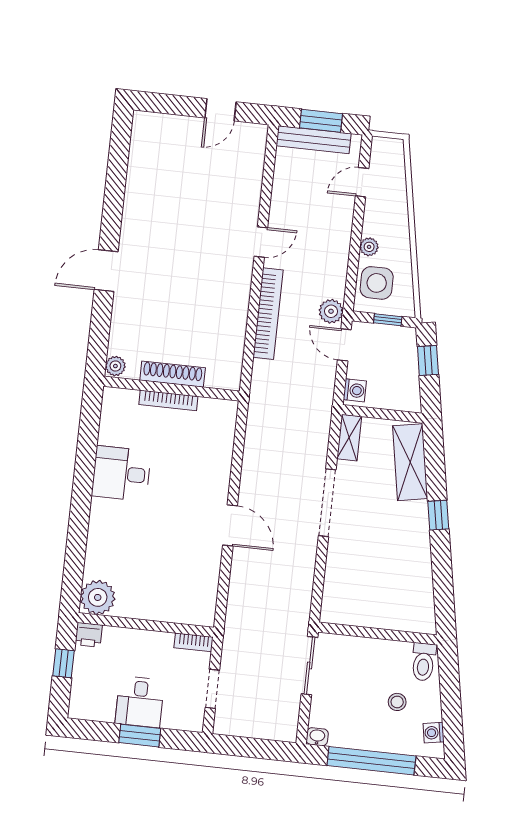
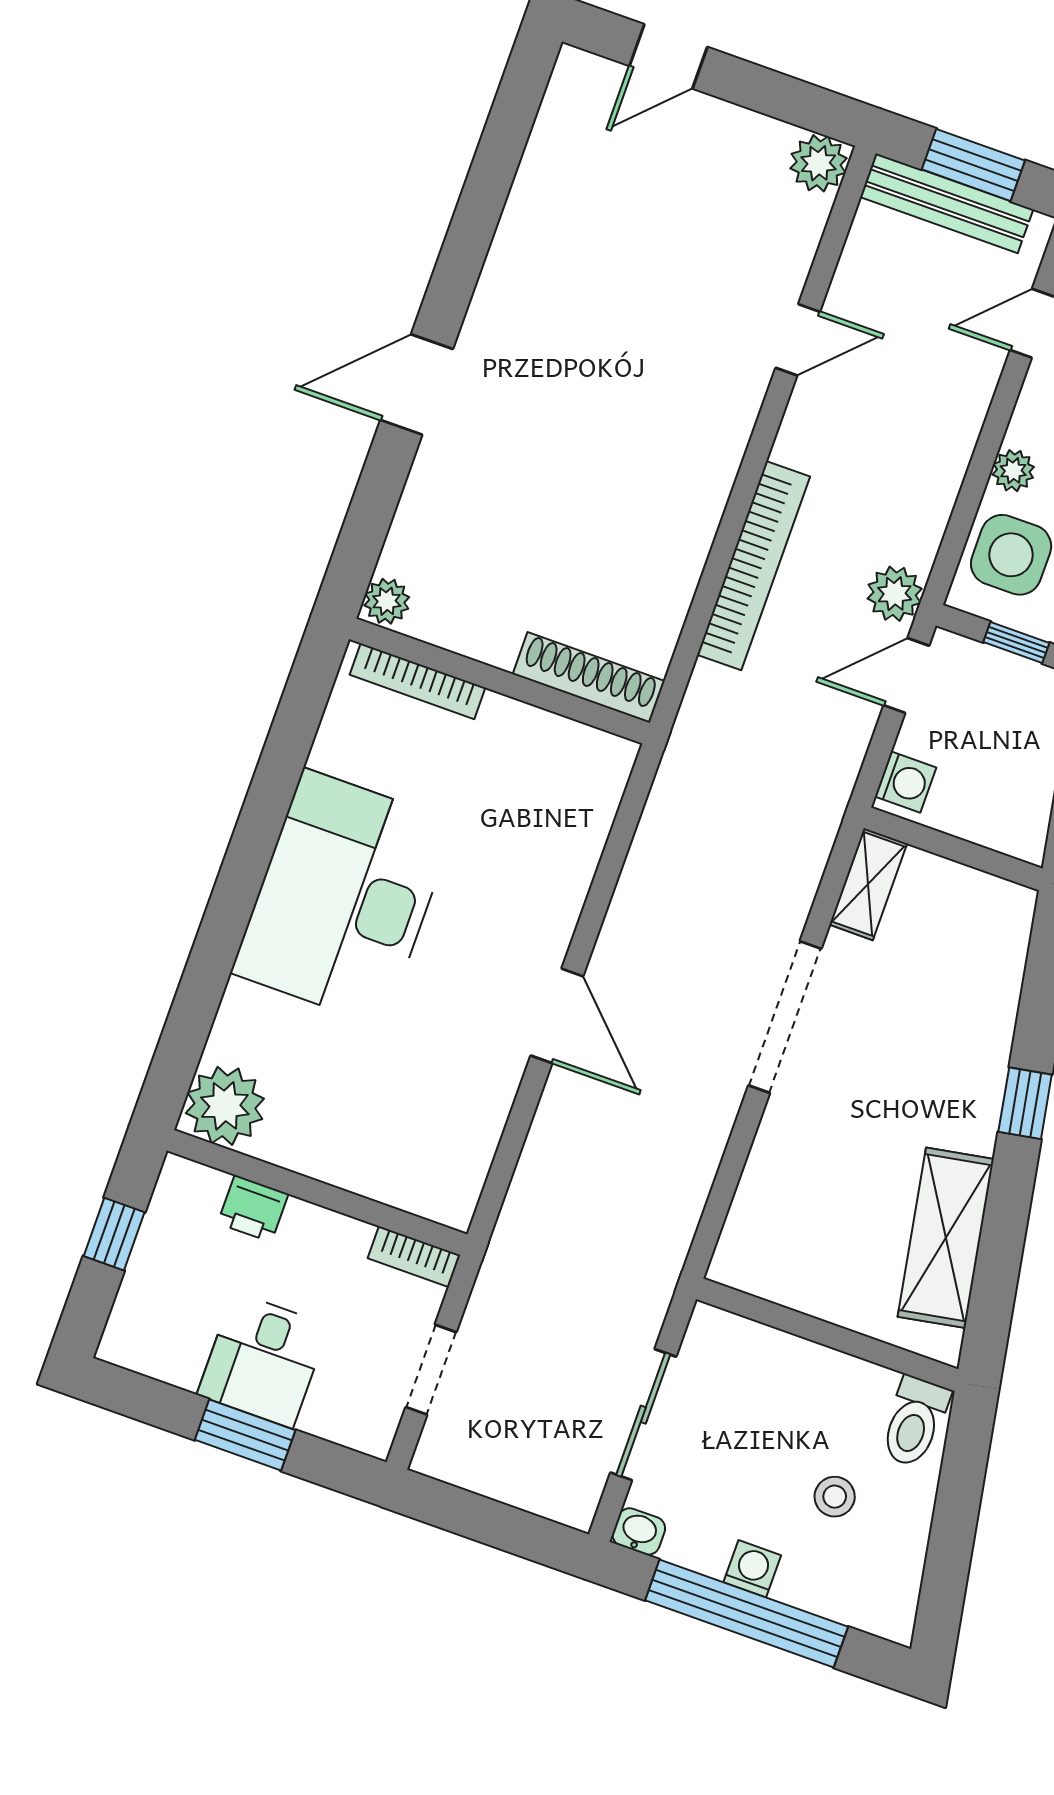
door: (220, 110) -> (668, 56), moved
plant: (255, 136) -> (819, 163), added
door: (261, 242) -> (798, 340), moved
door: (344, 345) -> (906, 676), hinge flipped
shoe rack: (173, 374) -> (589, 678), moved
bookcase: (168, 400) -> (418, 681), moved
shelving: (410, 462) -> (946, 1238), moved
desk: (121, 474) -> (344, 898), width x1.87, depth x1.30
printer: (89, 635) -> (253, 1209), moved
sliding door: (310, 666) -> (643, 1415), moved
washing machine: (434, 733) -> (752, 1569), moved, turned 100

